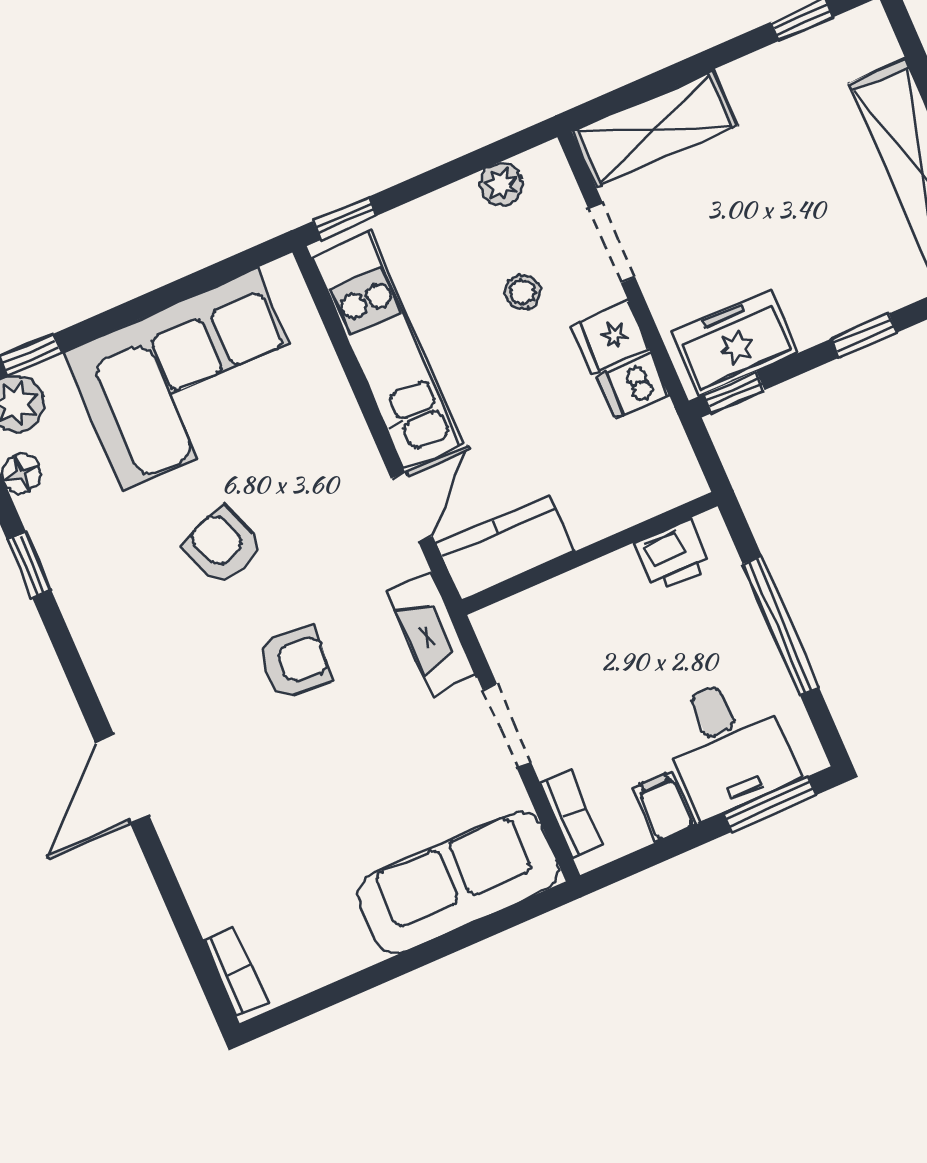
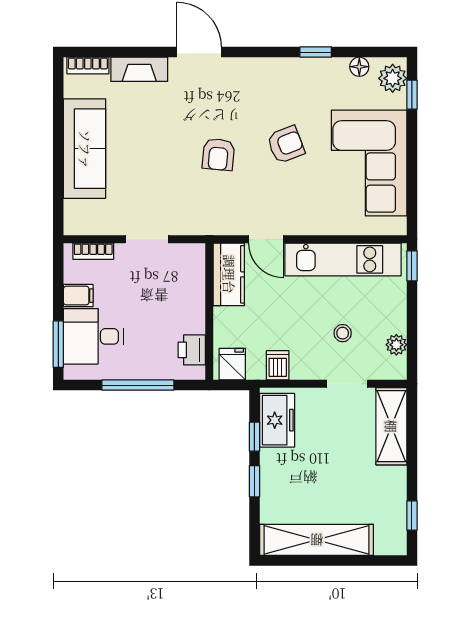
fridge: (610, 338) -> (232, 364), moved
window: (734, 392) -> (254, 437), moved
fireplace: (432, 634) -> (139, 69), moved, turned 180
sofa: (458, 882) -> (85, 149), moved

